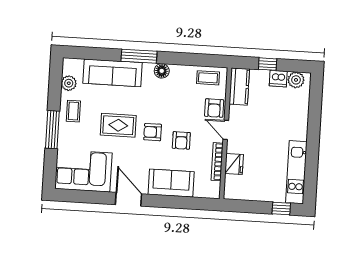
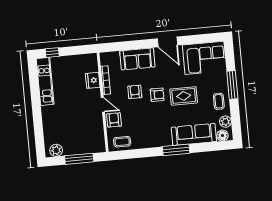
window: (268, 64) -> (79, 159), width x2.17
floor lamp: (162, 71) -> (222, 136), moved
dishwasher: (278, 79) -> (70, 149), removed
kitchen counter: (239, 87) -> (98, 139), removed

